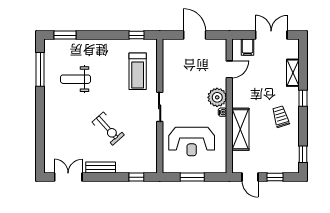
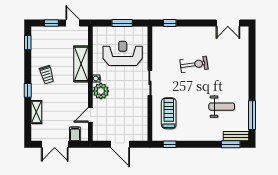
exercise bike: (108, 129) -> (194, 64), turned 124
bench: (101, 167) -> (236, 136), moved

